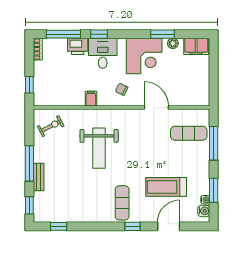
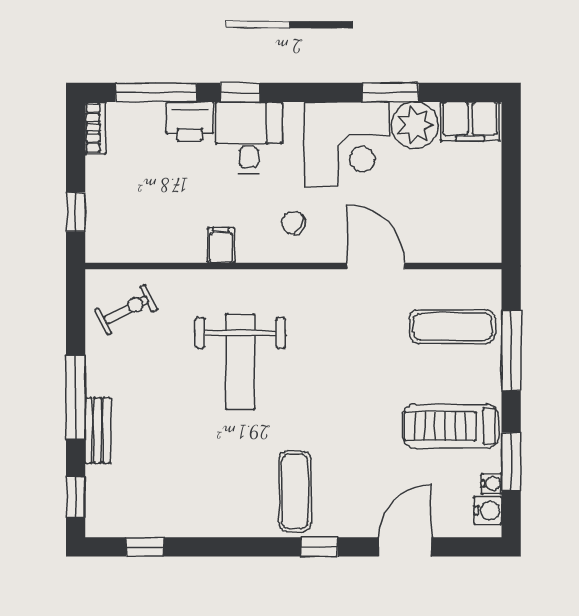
plant: (173, 43) -> (415, 125), width x1.87, depth x1.87
treadmill: (166, 187) -> (451, 426), moved

